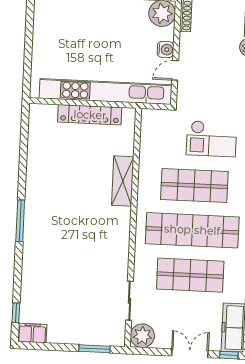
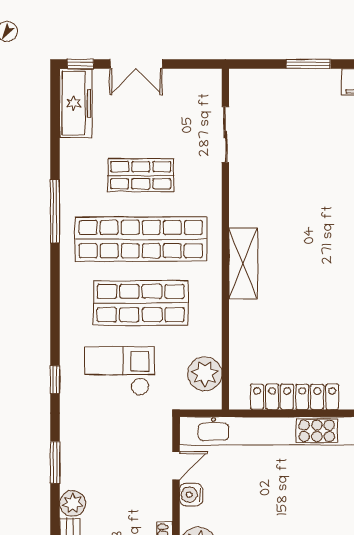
shelving: (123, 181) -> (243, 263), moved
shop shelf: (190, 275) -> (141, 175), width x0.70, depth x0.74
plant: (142, 336) -> (205, 374), moved
window: (94, 349) -> (308, 64), moved

